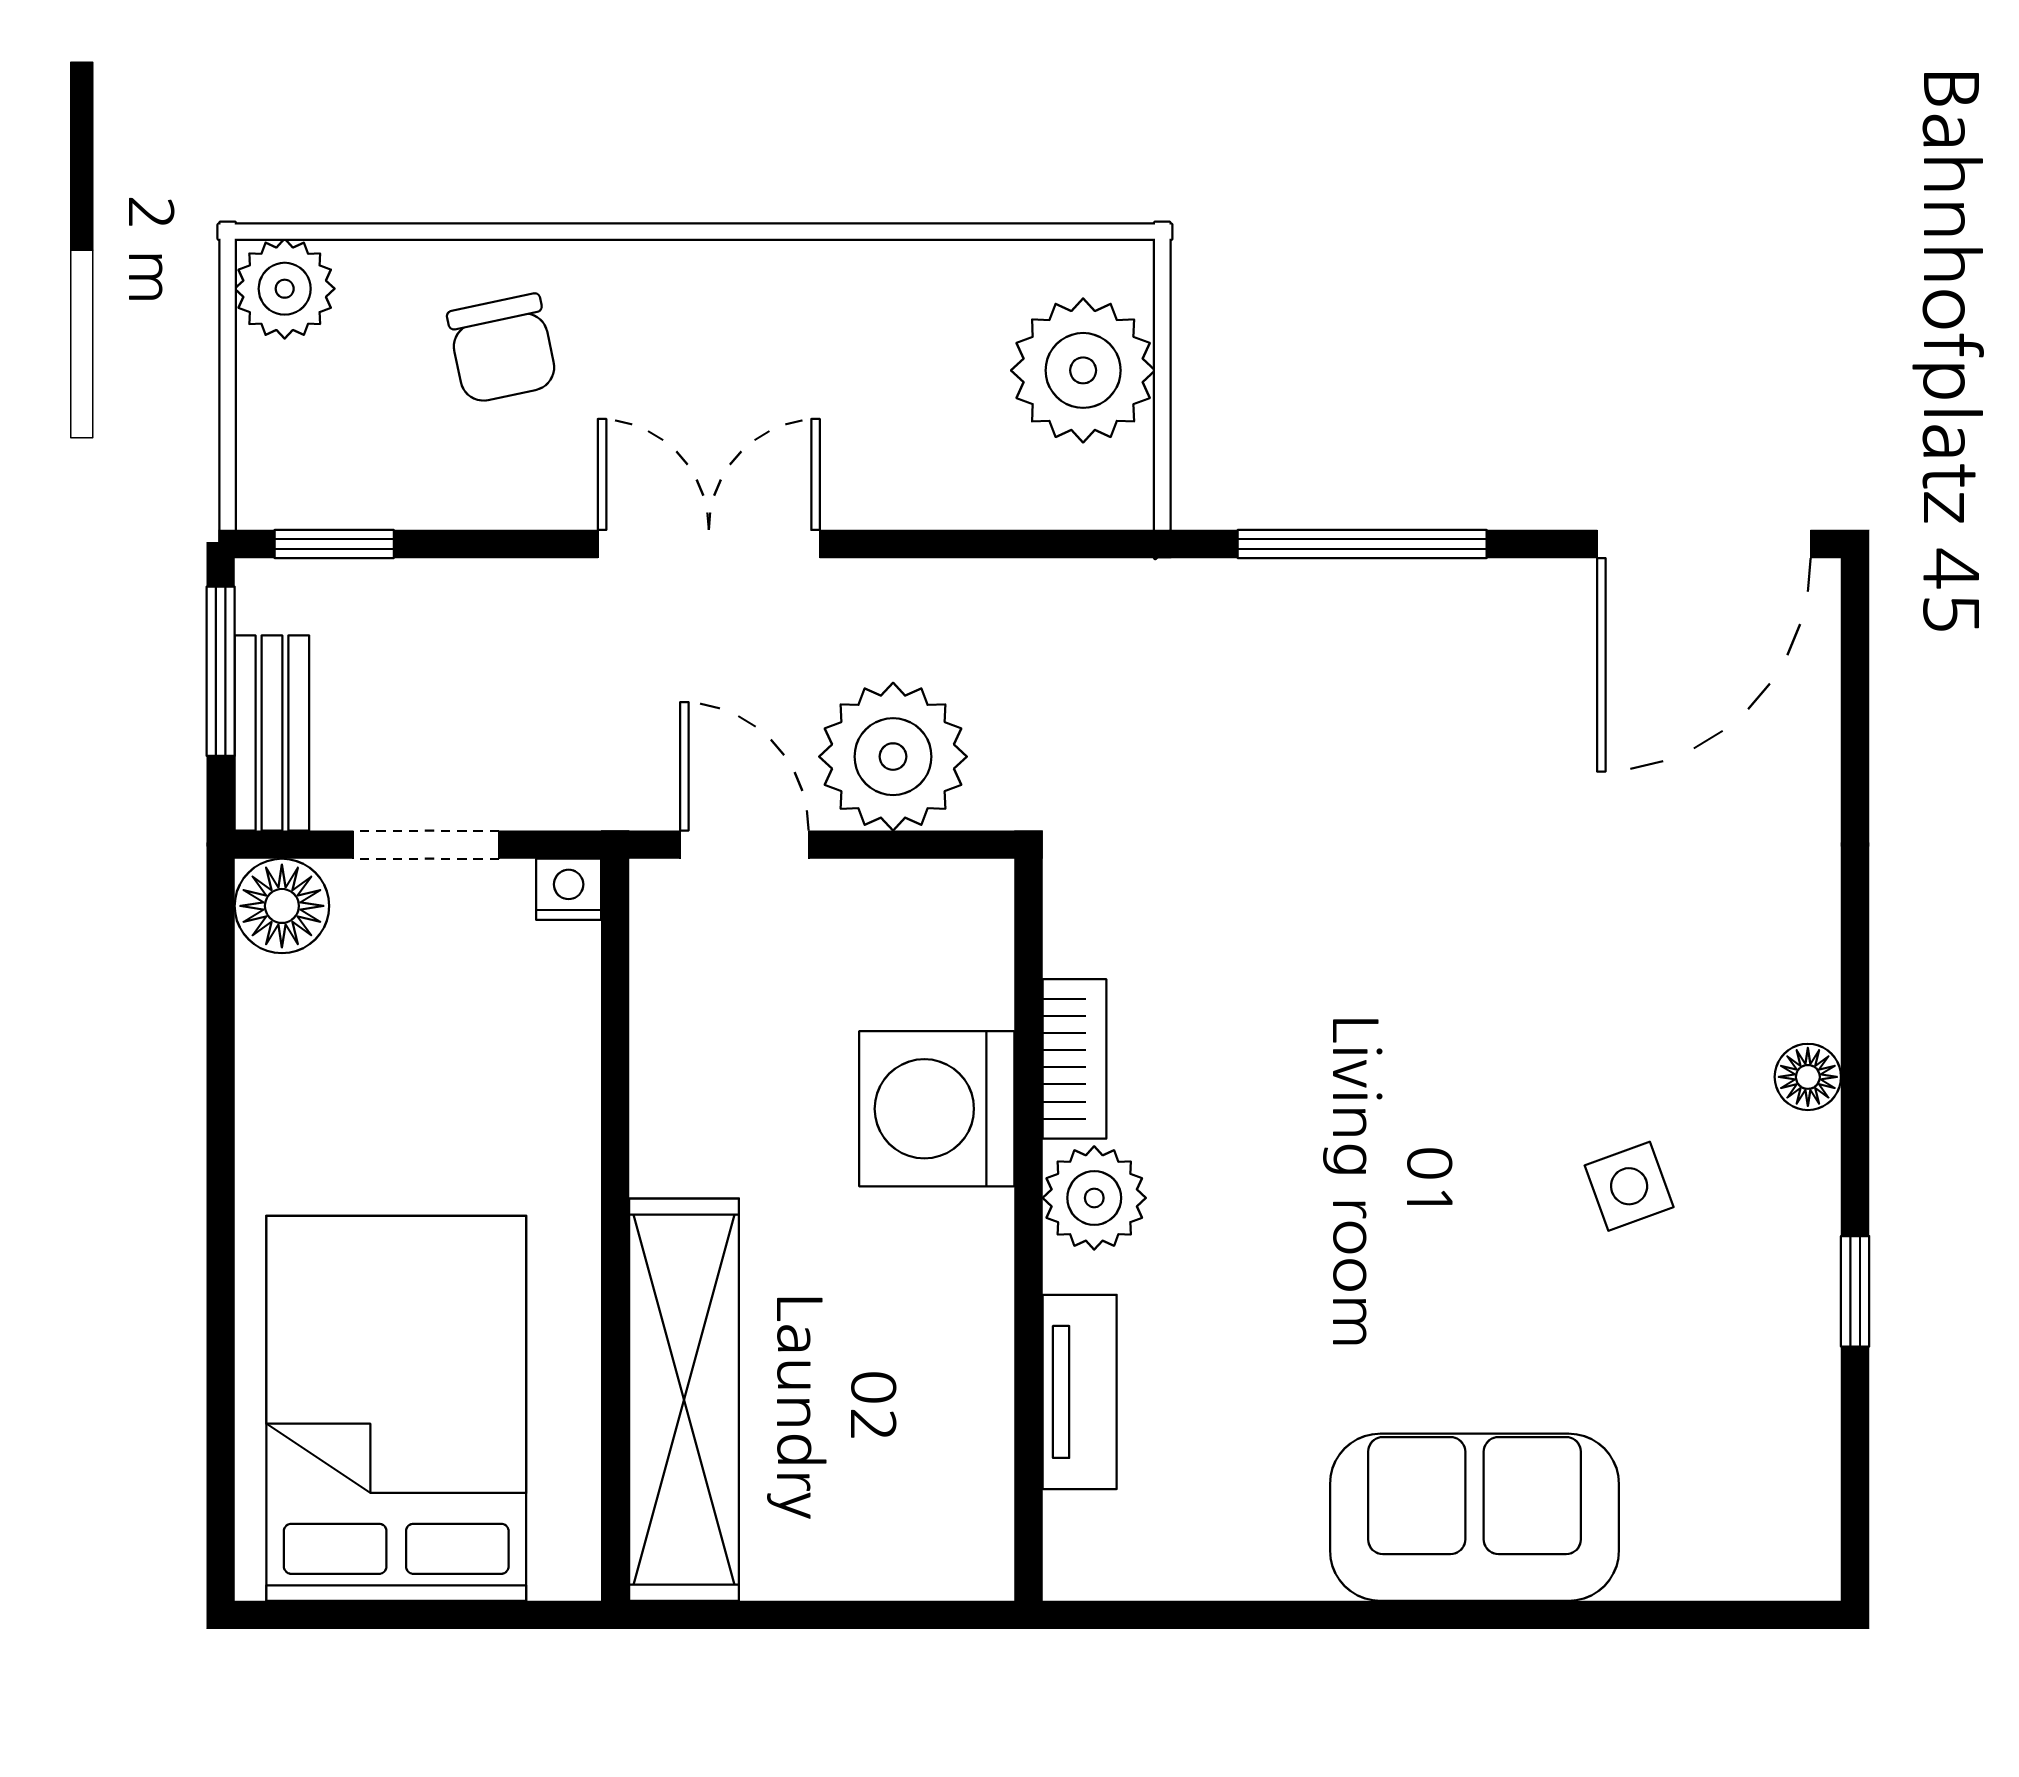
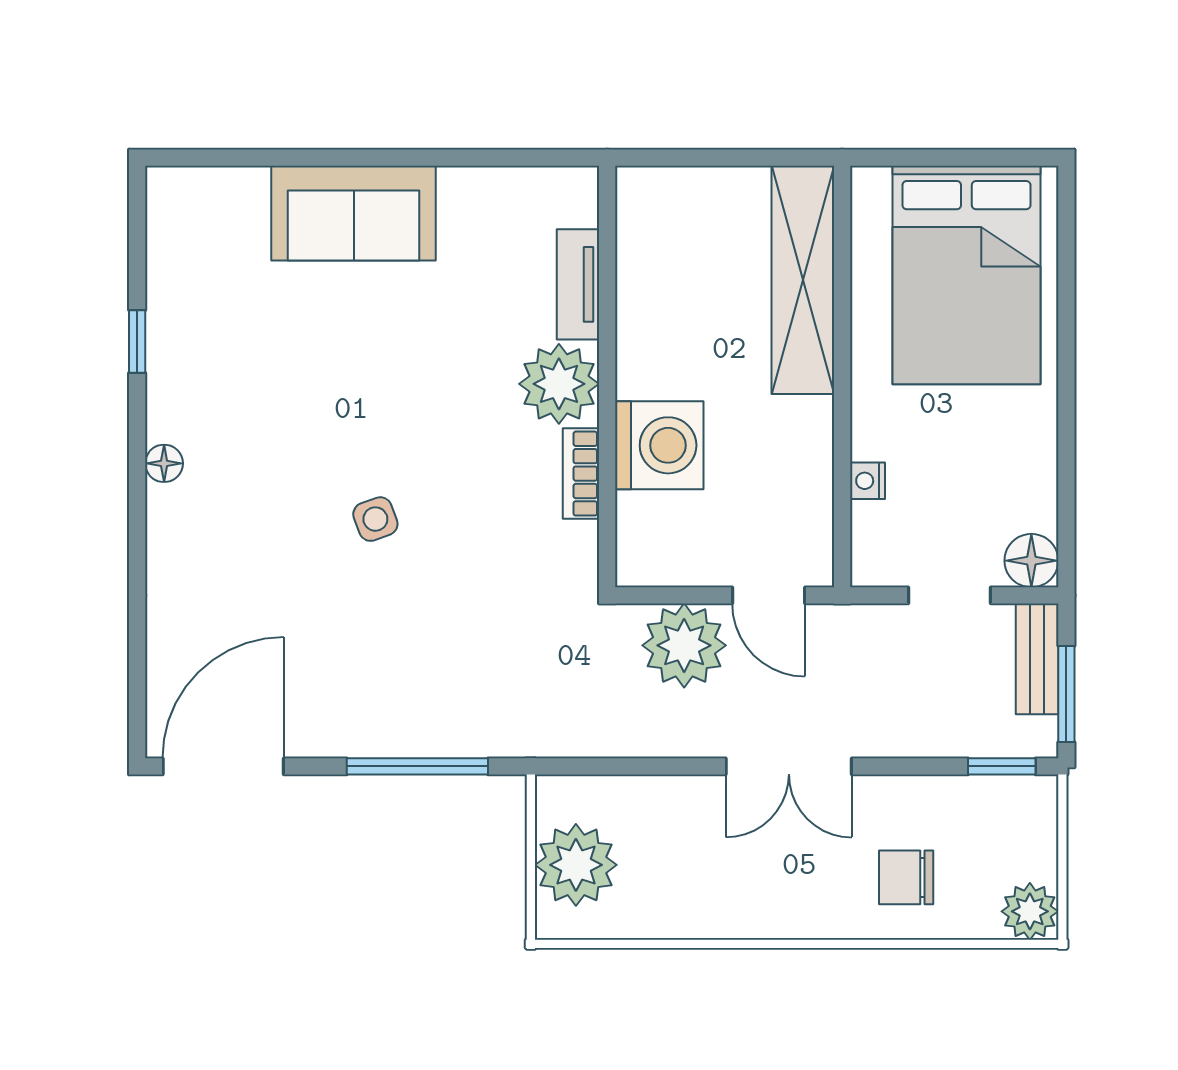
chair: (502, 349) -> (906, 877), turned -78
nightstand: (569, 889) -> (867, 481), moved, turned 90
side table: (1629, 1186) -> (375, 519), moved
plant: (1094, 1198) -> (559, 384), width x1.36, depth x1.36

